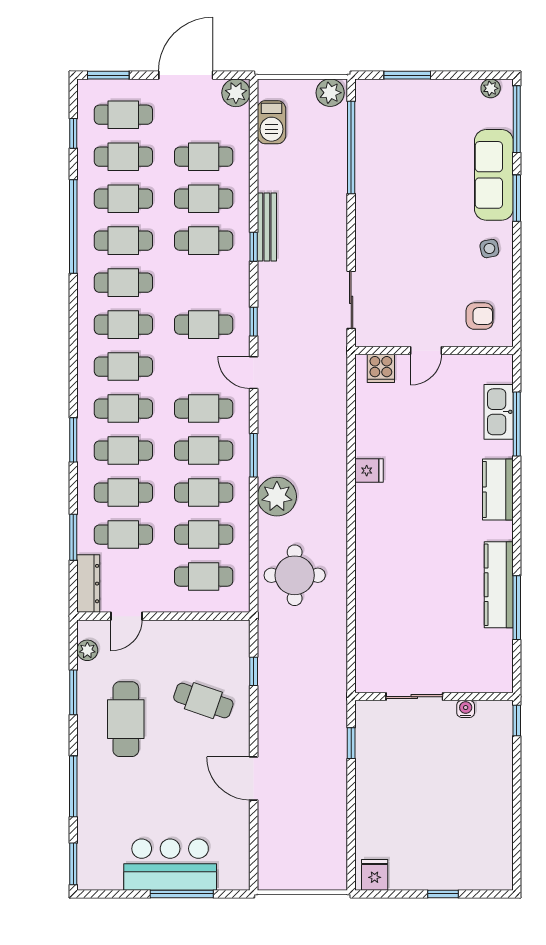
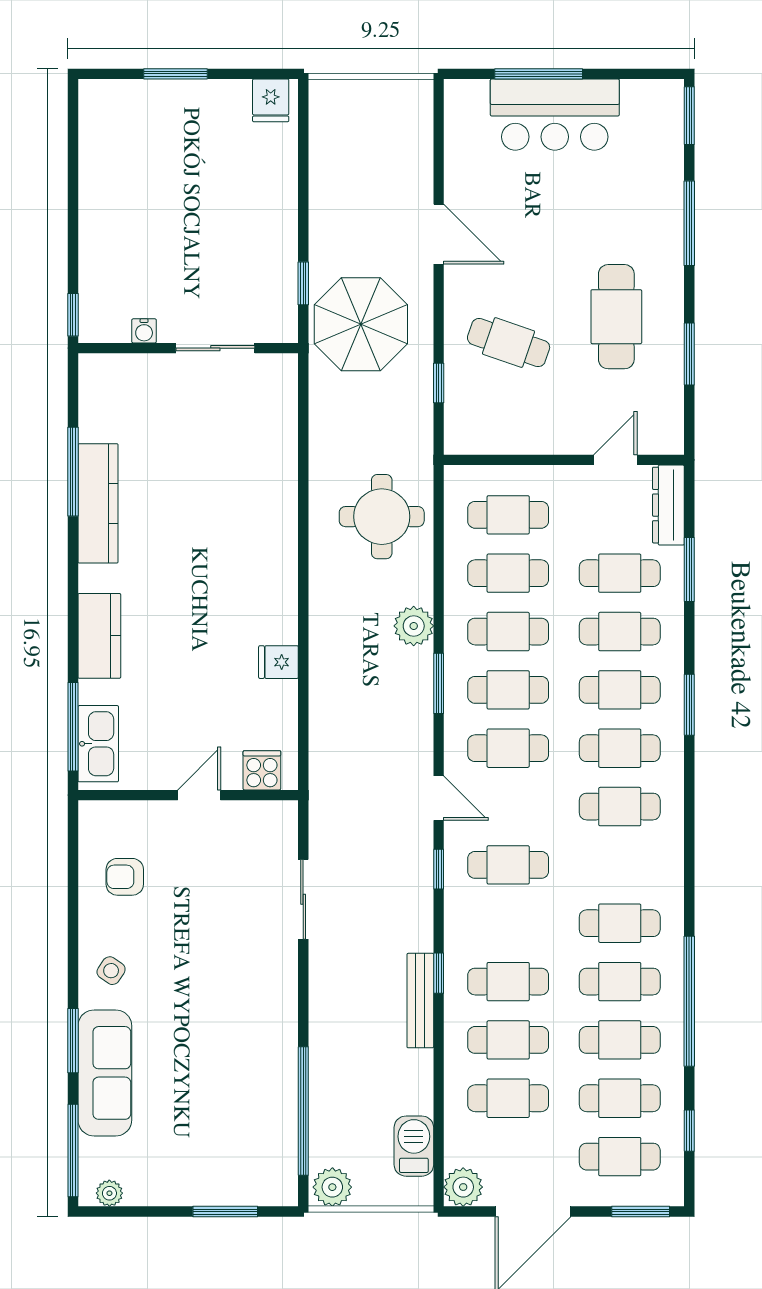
side table: (489, 249) -> (111, 971), turned 45
cafe table: (123, 325) -> (620, 865), removed
door: (426, 350) -> (199, 795), moved
wall: (434, 350) -> (188, 795), moved
cooker: (381, 368) -> (262, 770), moved
plant: (277, 497) -> (414, 626), width x0.73, depth x0.73
plant: (87, 650) -> (670, 412), removed
parasol: (310, 714) -> (361, 324), added
window: (443, 894) -> (176, 74), width x1.50

